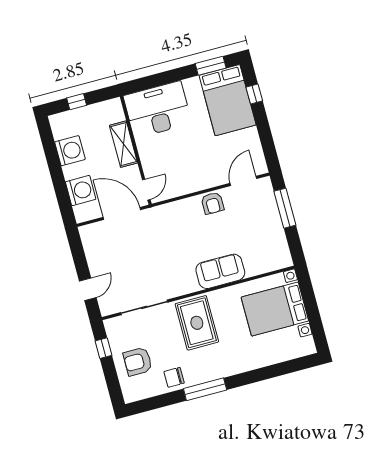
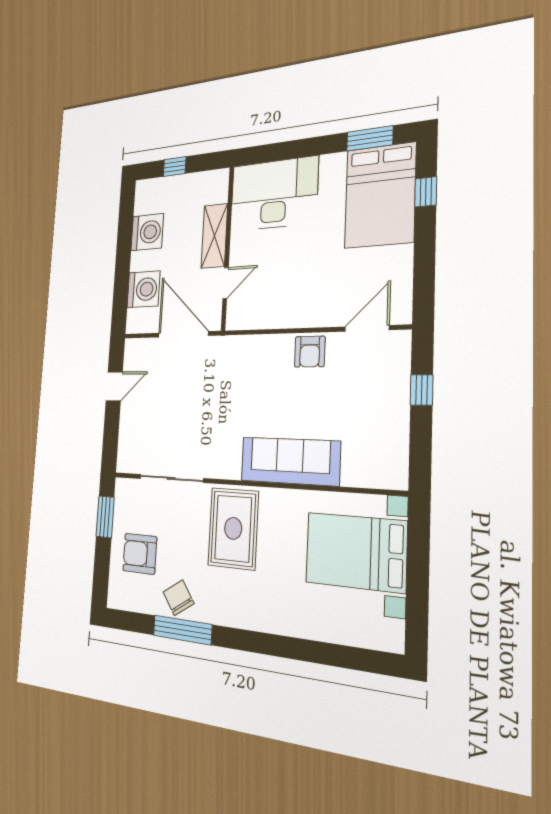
door: (146, 190) -> (226, 283), moved
window: (285, 208) -> (422, 390), width x0.46
sofa: (220, 271) -> (290, 461), width x1.36
door: (88, 289) -> (114, 386), moved
window: (103, 348) -> (105, 517), width x1.50
chair: (174, 377) -> (179, 598), turned 56
window: (205, 389) -> (182, 630), moved

